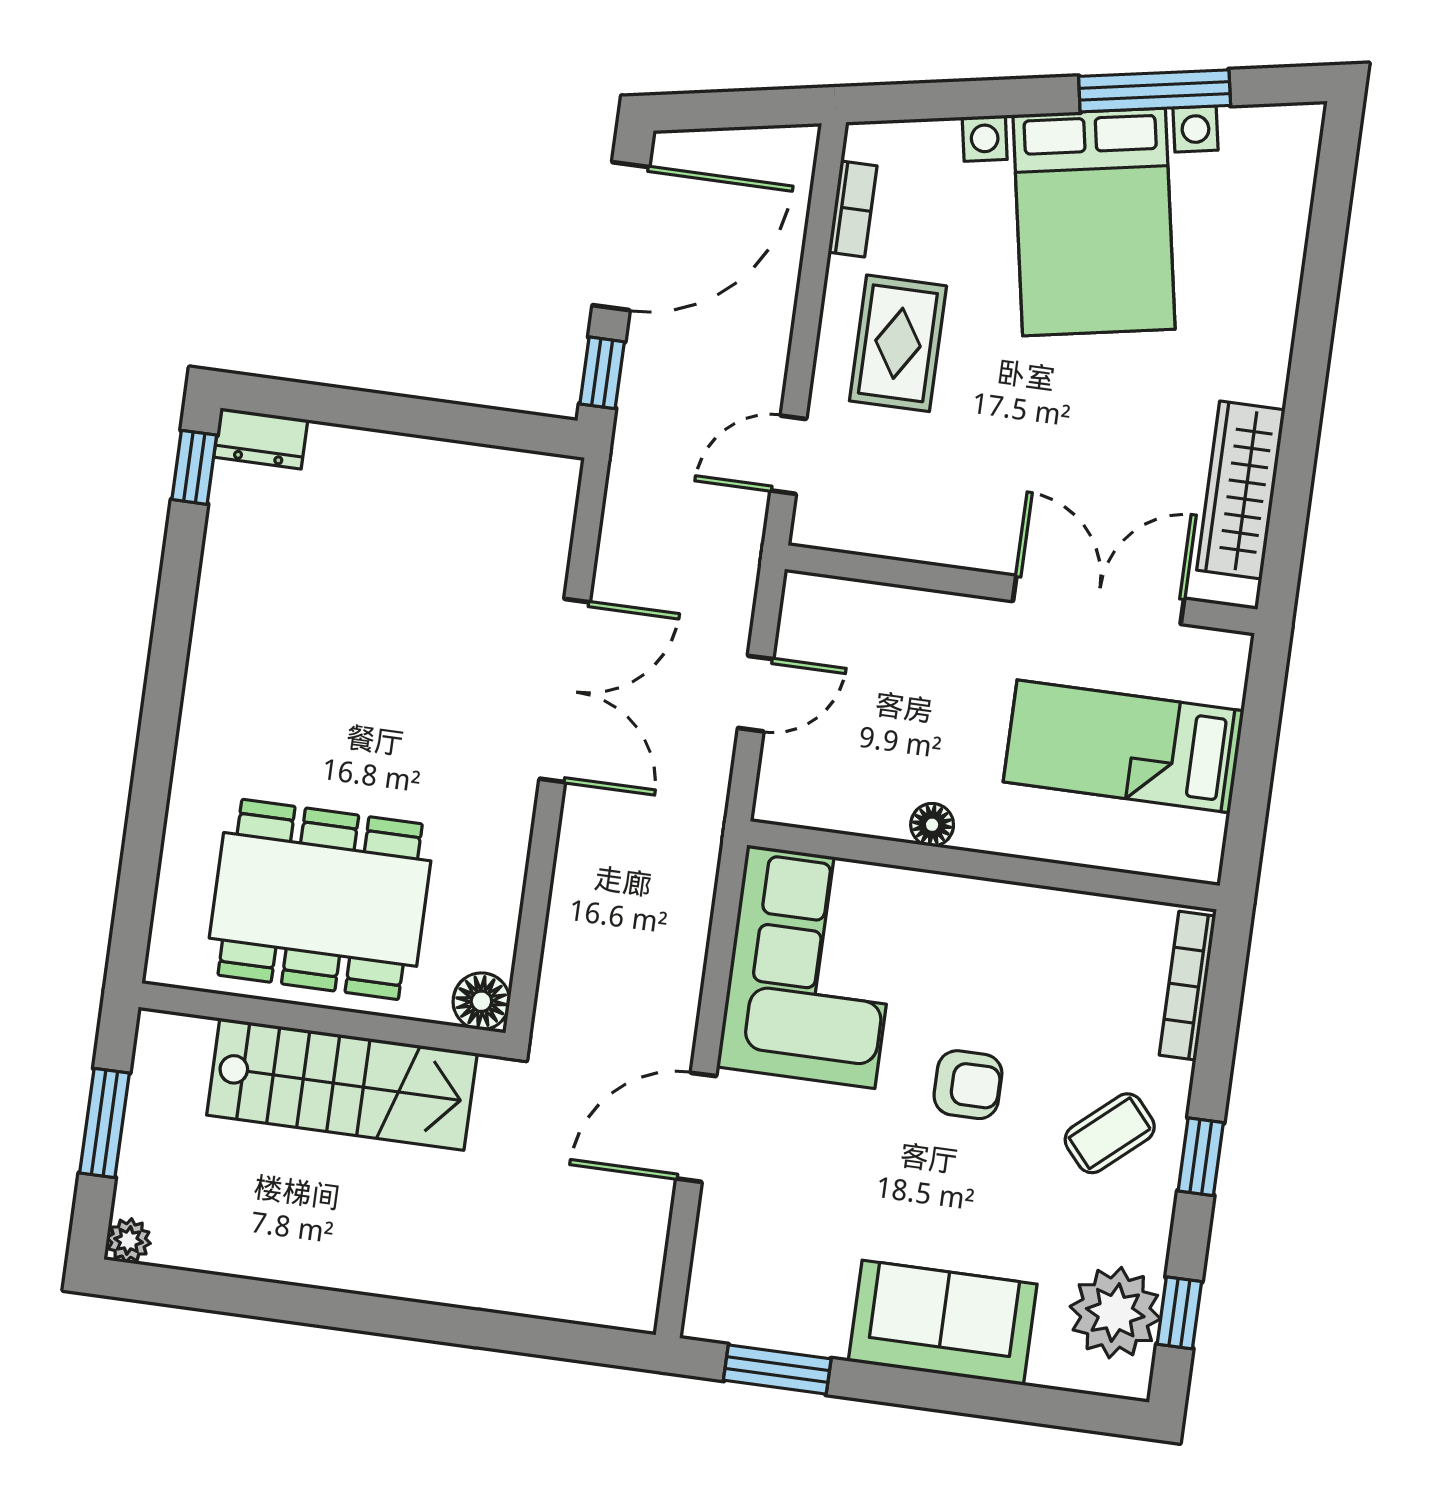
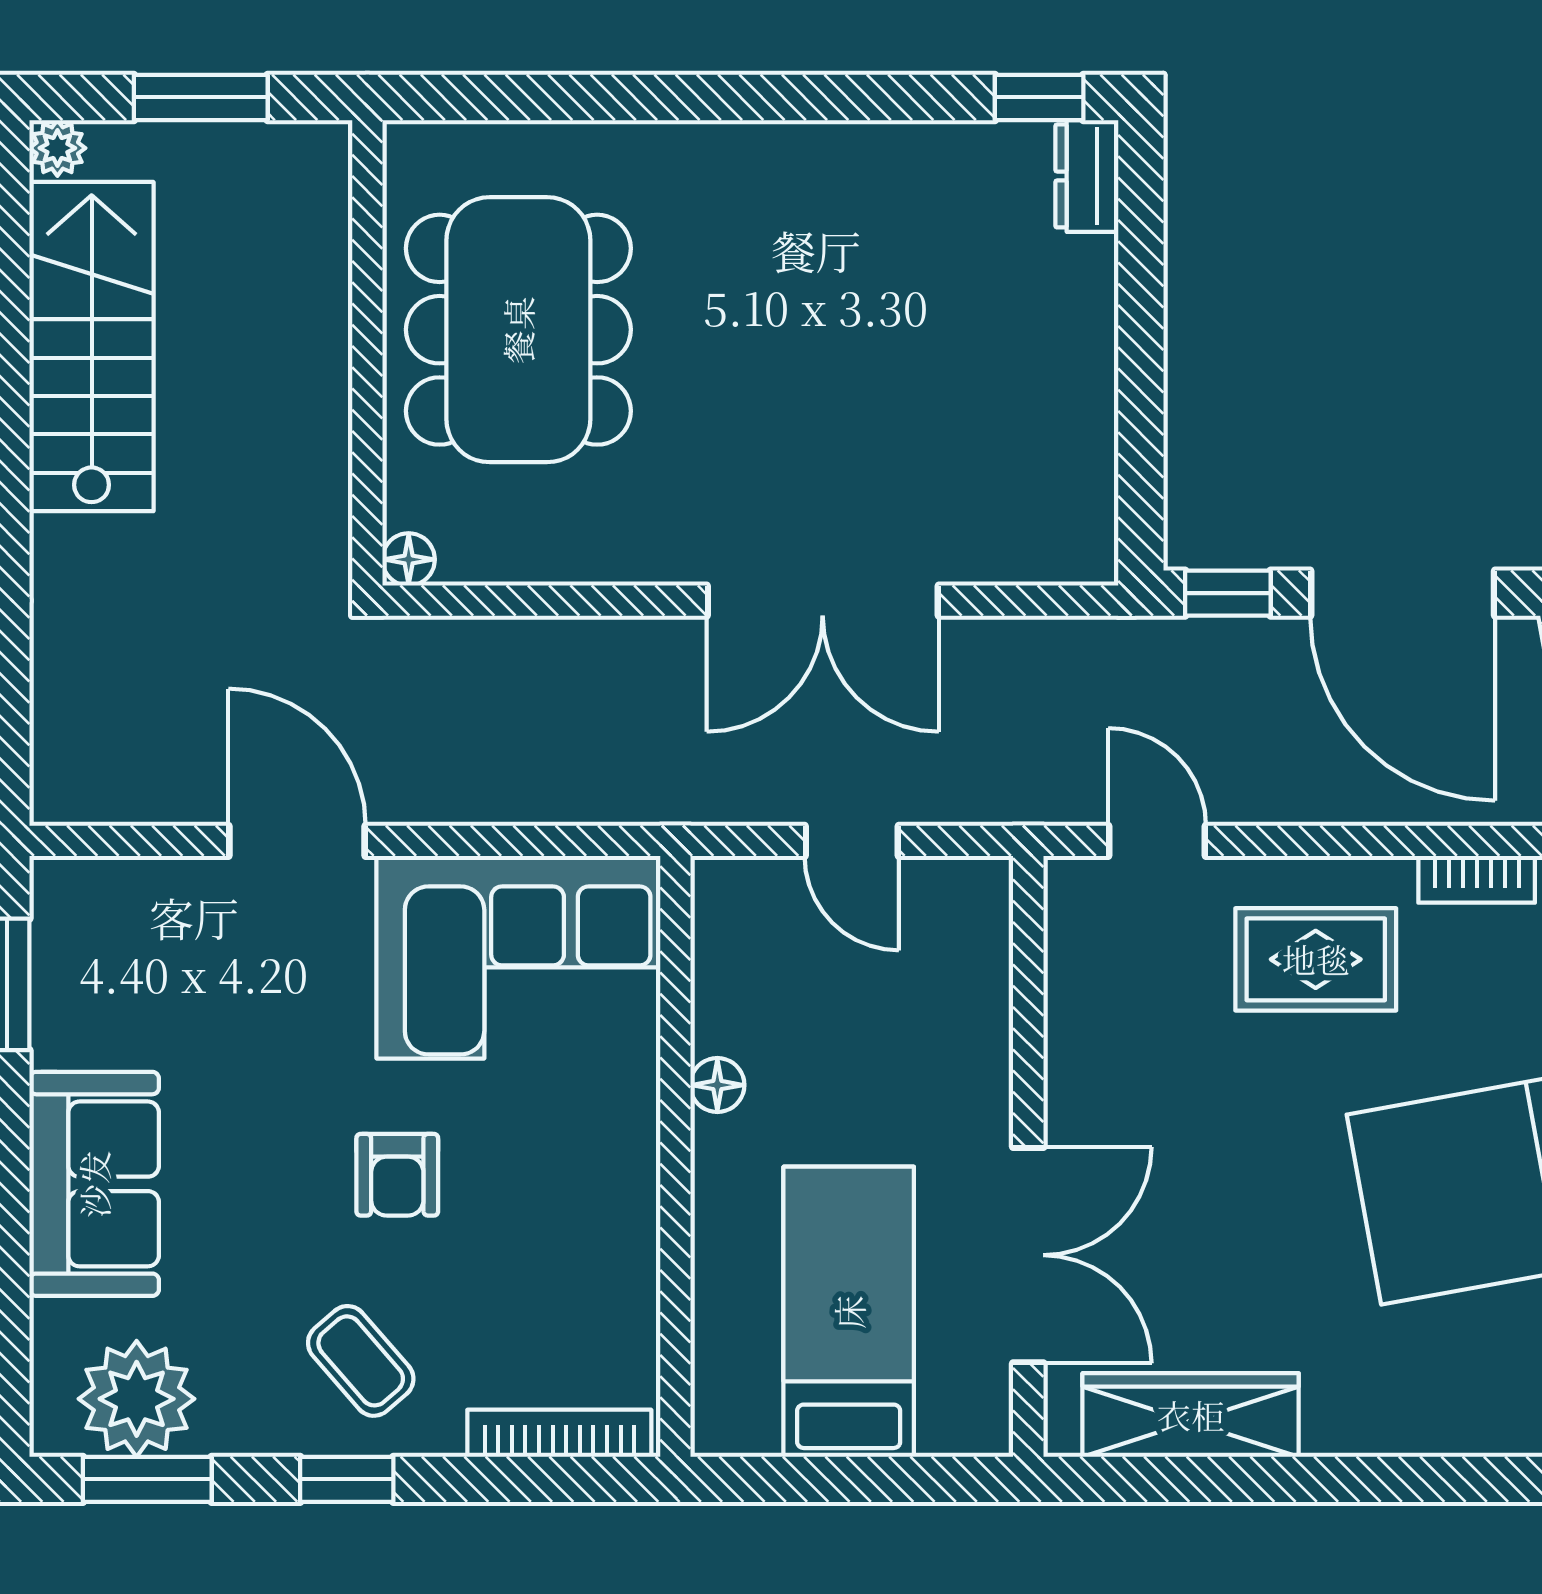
floor lamp: (481, 1001) -> (409, 559), width x0.73, depth x0.73
stairs: (342, 1084) -> (92, 347), moved, turned 180
window: (1179, 1313) -> (147, 1479), width x1.50

